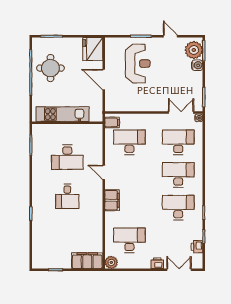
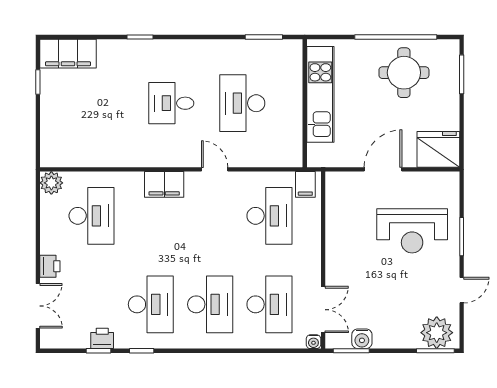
water cooler: (197, 65) -> (362, 339), moved
door: (104, 172) -> (215, 169), hinge flipped
printer: (197, 247) -> (102, 338), moved
filing cabinet: (87, 261) -> (68, 54), moved, turned 90

